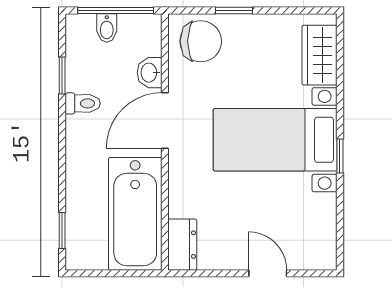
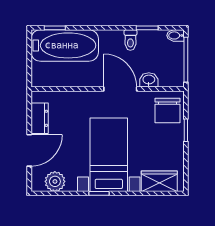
bidet: (107, 28) -> (175, 35), moved
bathtub: (135, 214) -> (65, 45), moved, turned 180
plant: (320, 230) -> (55, 181), added
dresser: (182, 245) -> (40, 118), moved, turned -90
door: (268, 273) -> (29, 150), width x1.38

